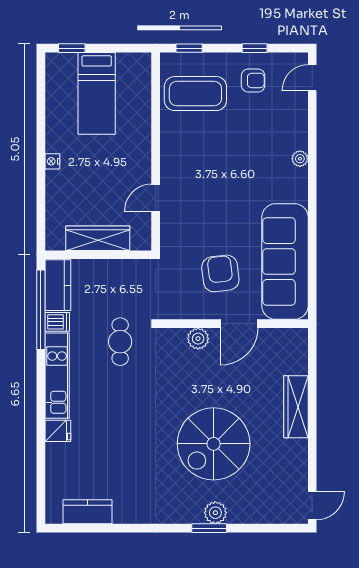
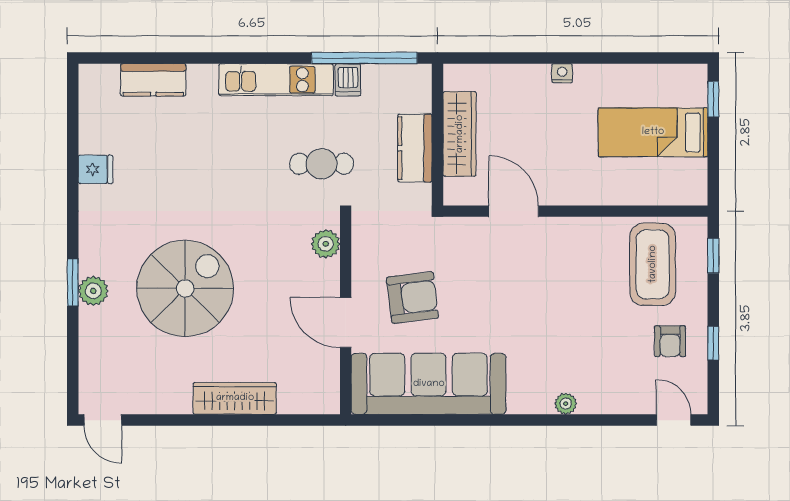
door: (156, 198) -> (514, 211), width x1.38
kitchen counter: (58, 285) -> (415, 148), moved, turned 90
plant: (198, 339) -> (326, 244), moved
fridge: (58, 431) -> (95, 169), moved, turned -90
spiral stairs: (214, 444) -> (185, 288), turned 90
kitchen counter: (87, 512) -> (153, 80), moved, turned 90

